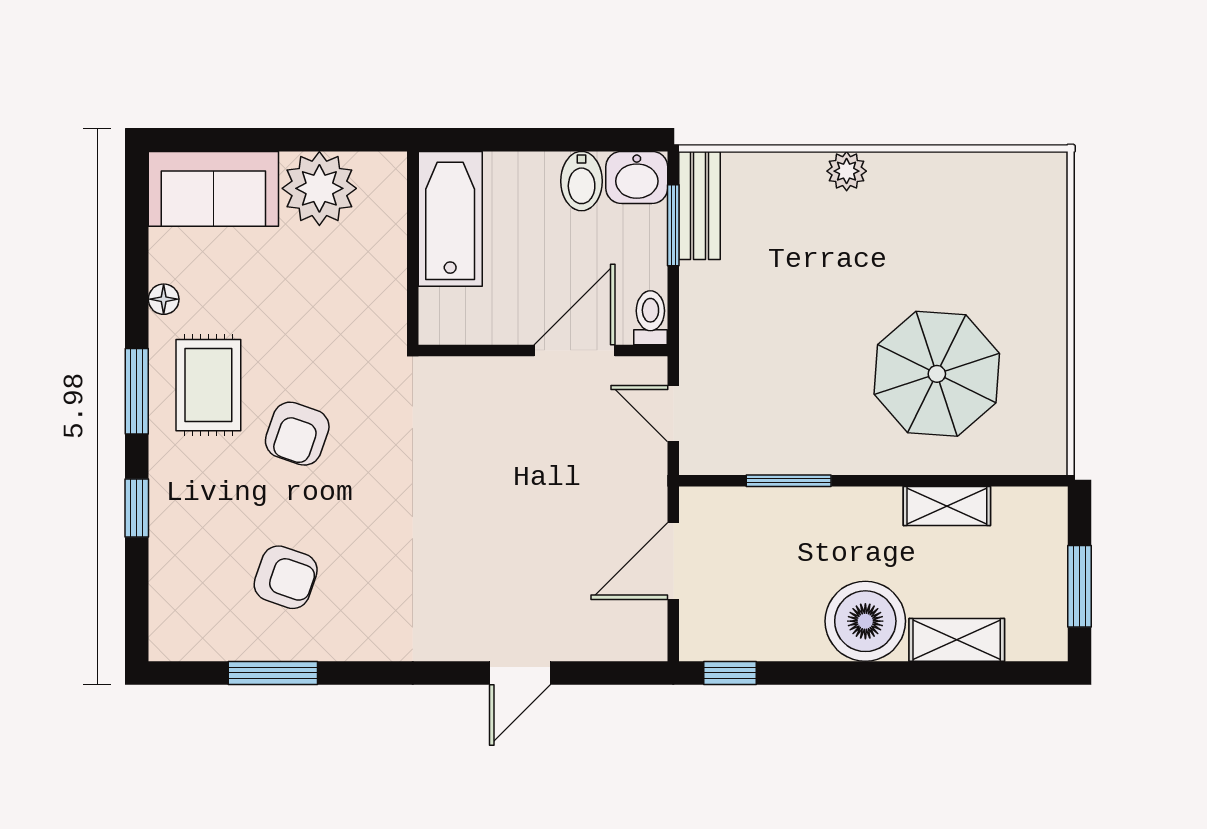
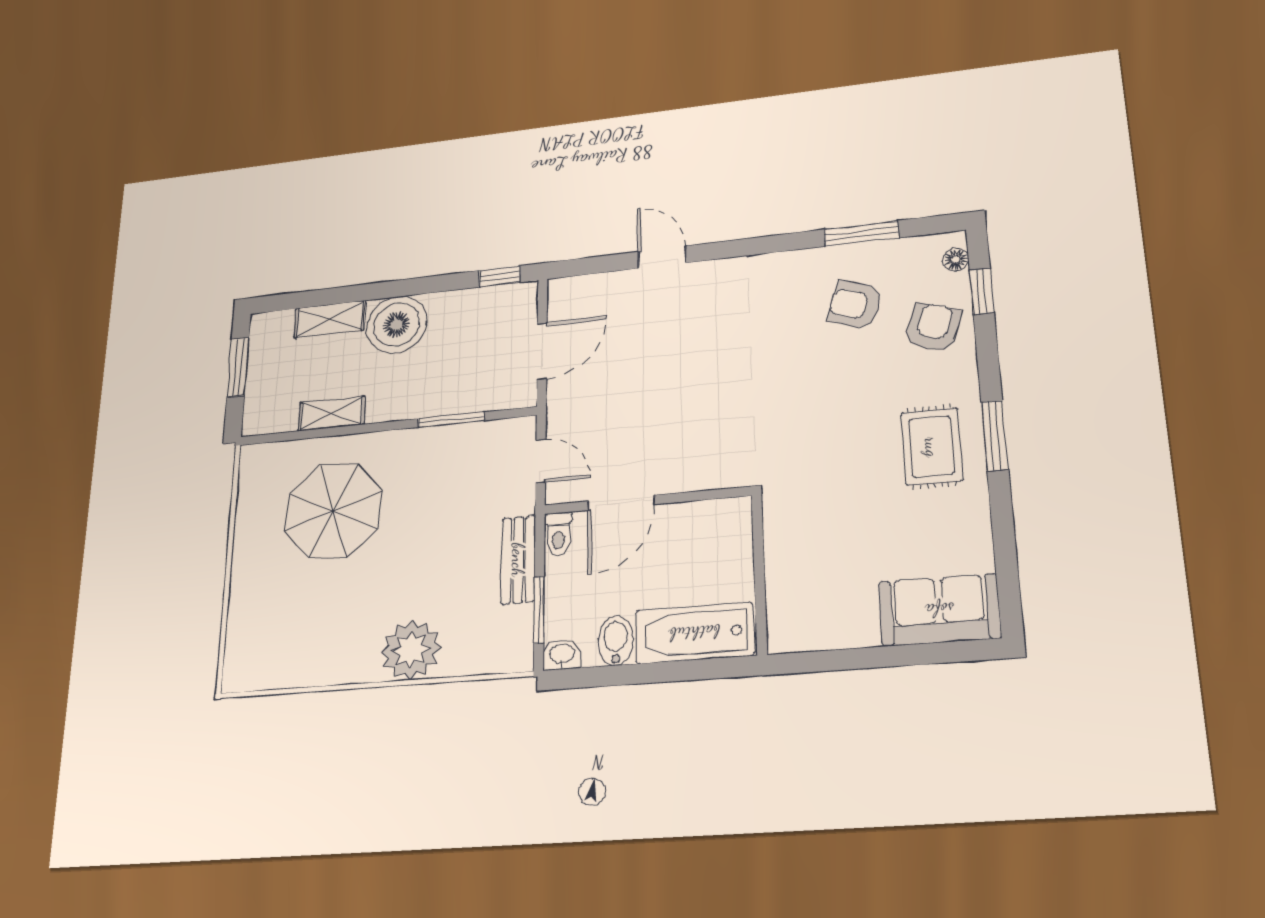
plant: (847, 171) -> (411, 650), width x1.88, depth x1.88
washbasin: (637, 177) -> (562, 654), width x0.72, depth x0.69
plant: (319, 188) -> (844, 617), removed
bench: (700, 205) -> (518, 560), moved
bathtub: (450, 219) -> (694, 633), moved, turned 90
floor lamp: (164, 299) -> (956, 259), moved
armchair: (297, 434) -> (933, 327), moved
window: (137, 508) -> (982, 291), moved
door: (520, 673) -> (662, 257), hinge flipped

